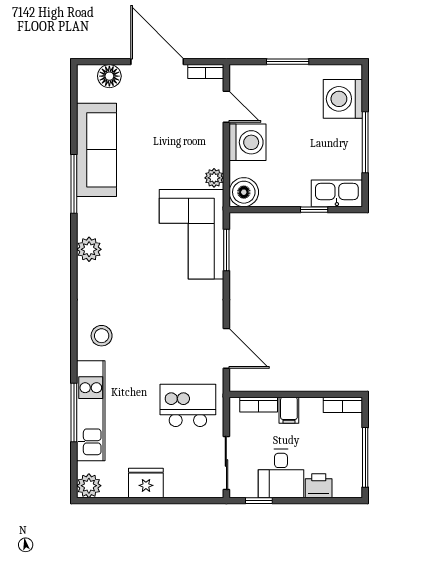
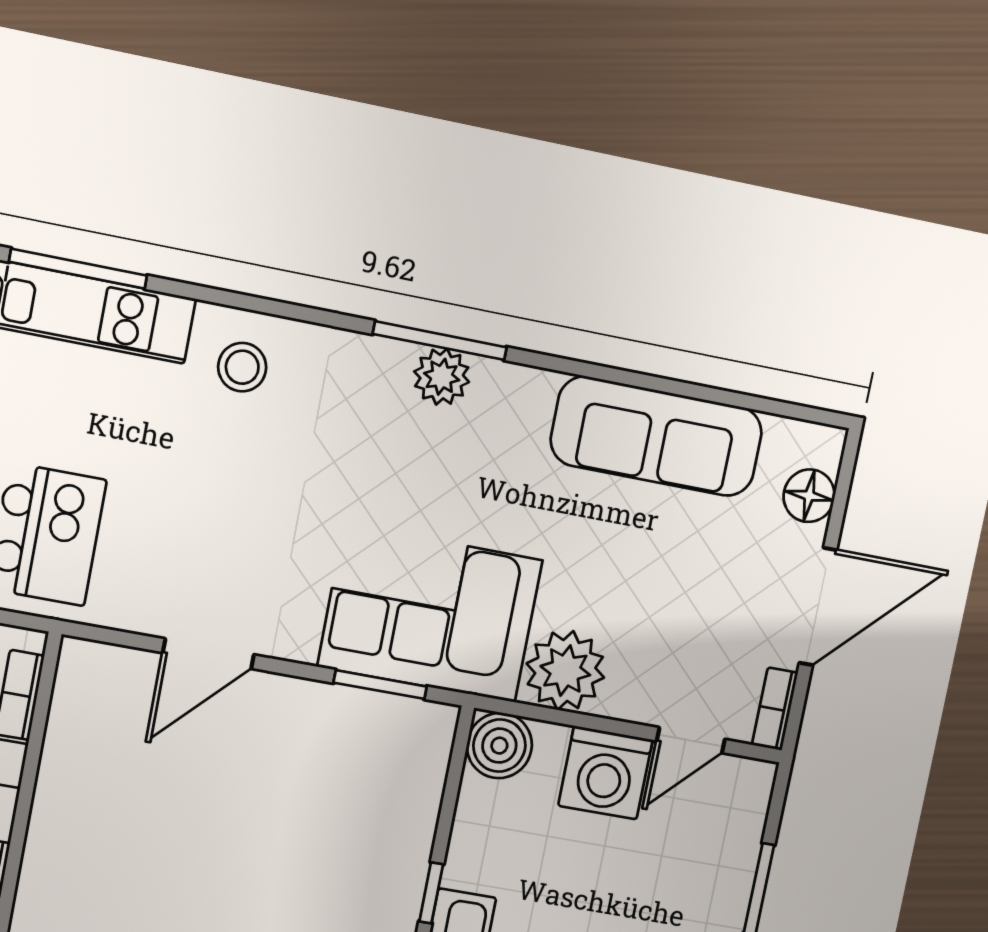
plant: (214, 178) -> (565, 671), width x1.87, depth x1.87
window: (74, 184) -> (440, 341), moved
door: (226, 348) -> (208, 654), moved

